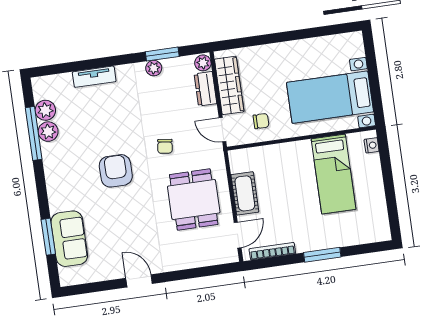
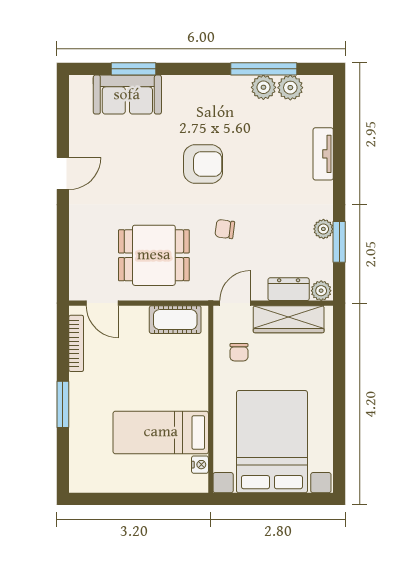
bed with nightstands: (330, 97) -> (272, 442), width x1.36
nightstand: (372, 145) -> (200, 465), moved, turned -90
cot: (245, 193) -> (175, 320), moved

